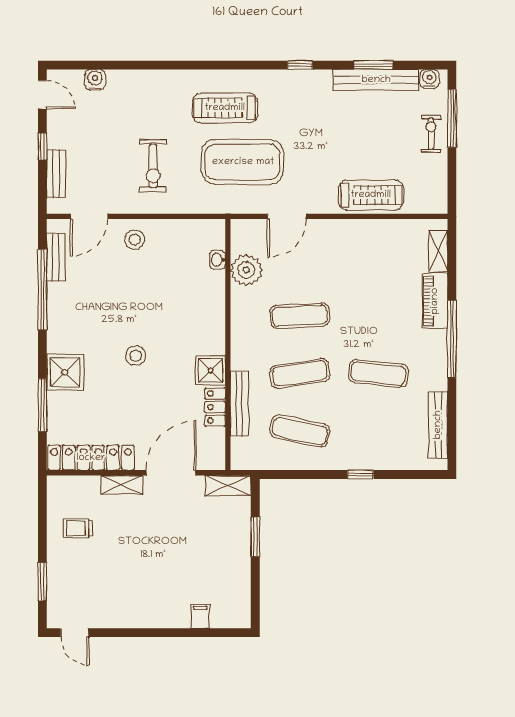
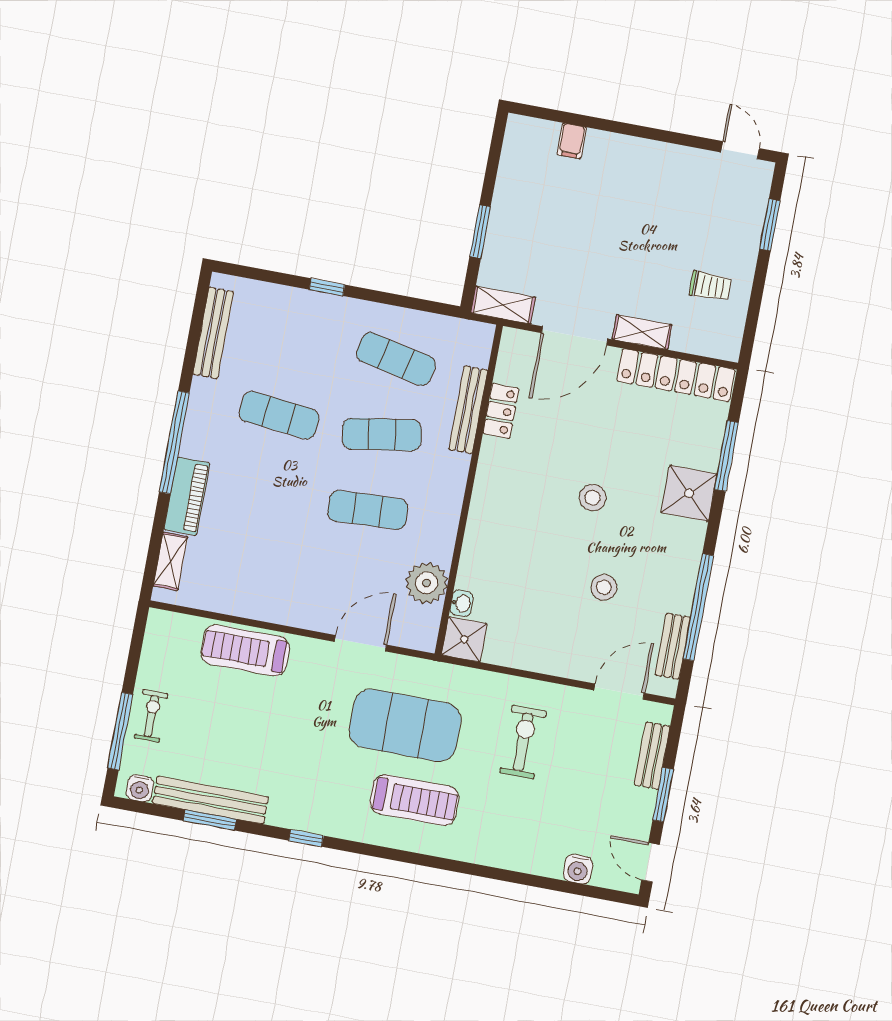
exercise bike: (431, 134) -> (151, 716), turned 180
window: (42, 146) -> (663, 795), width x1.50
stool: (135, 240) -> (604, 587), moved
shower: (211, 370) -> (464, 639), moved

